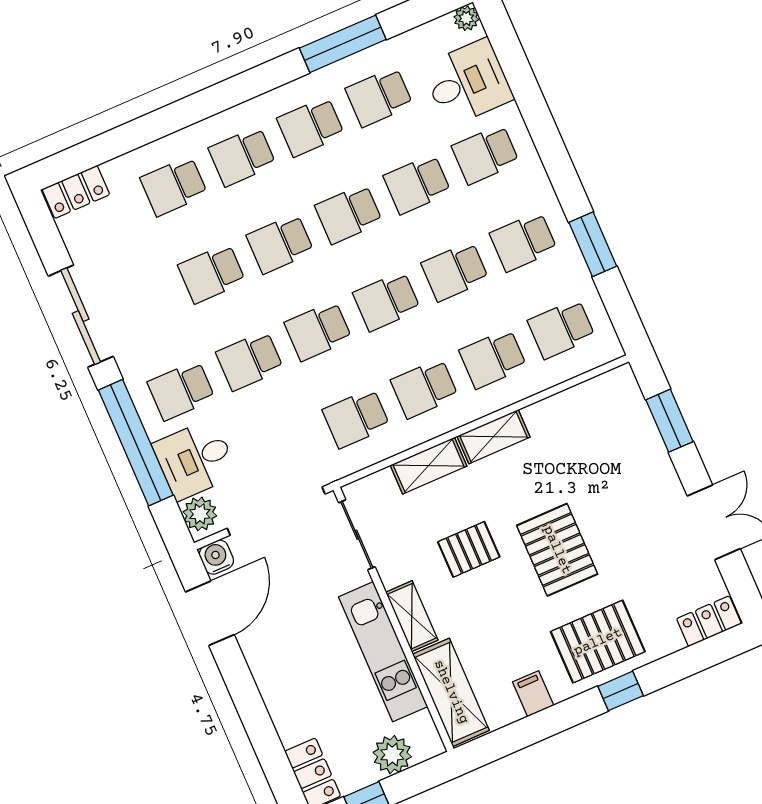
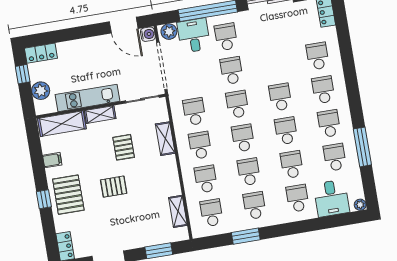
school desk: (212, 273) -> (275, 63), removed
shelving: (493, 437) -> (178, 211), moved
pallet: (557, 550) -> (114, 187), width x0.67, depth x0.71

